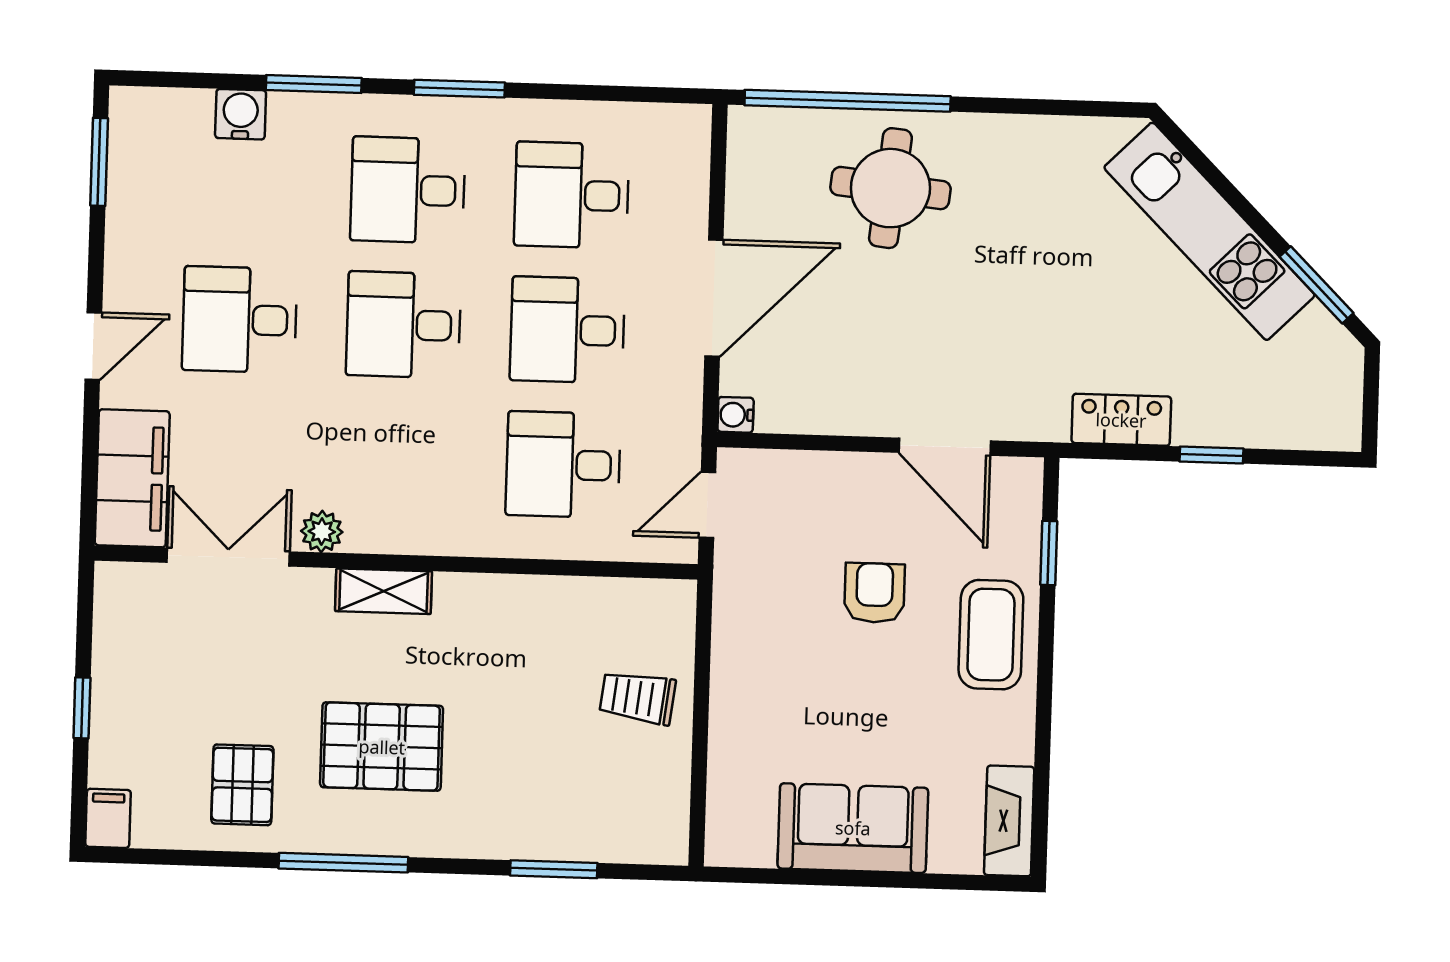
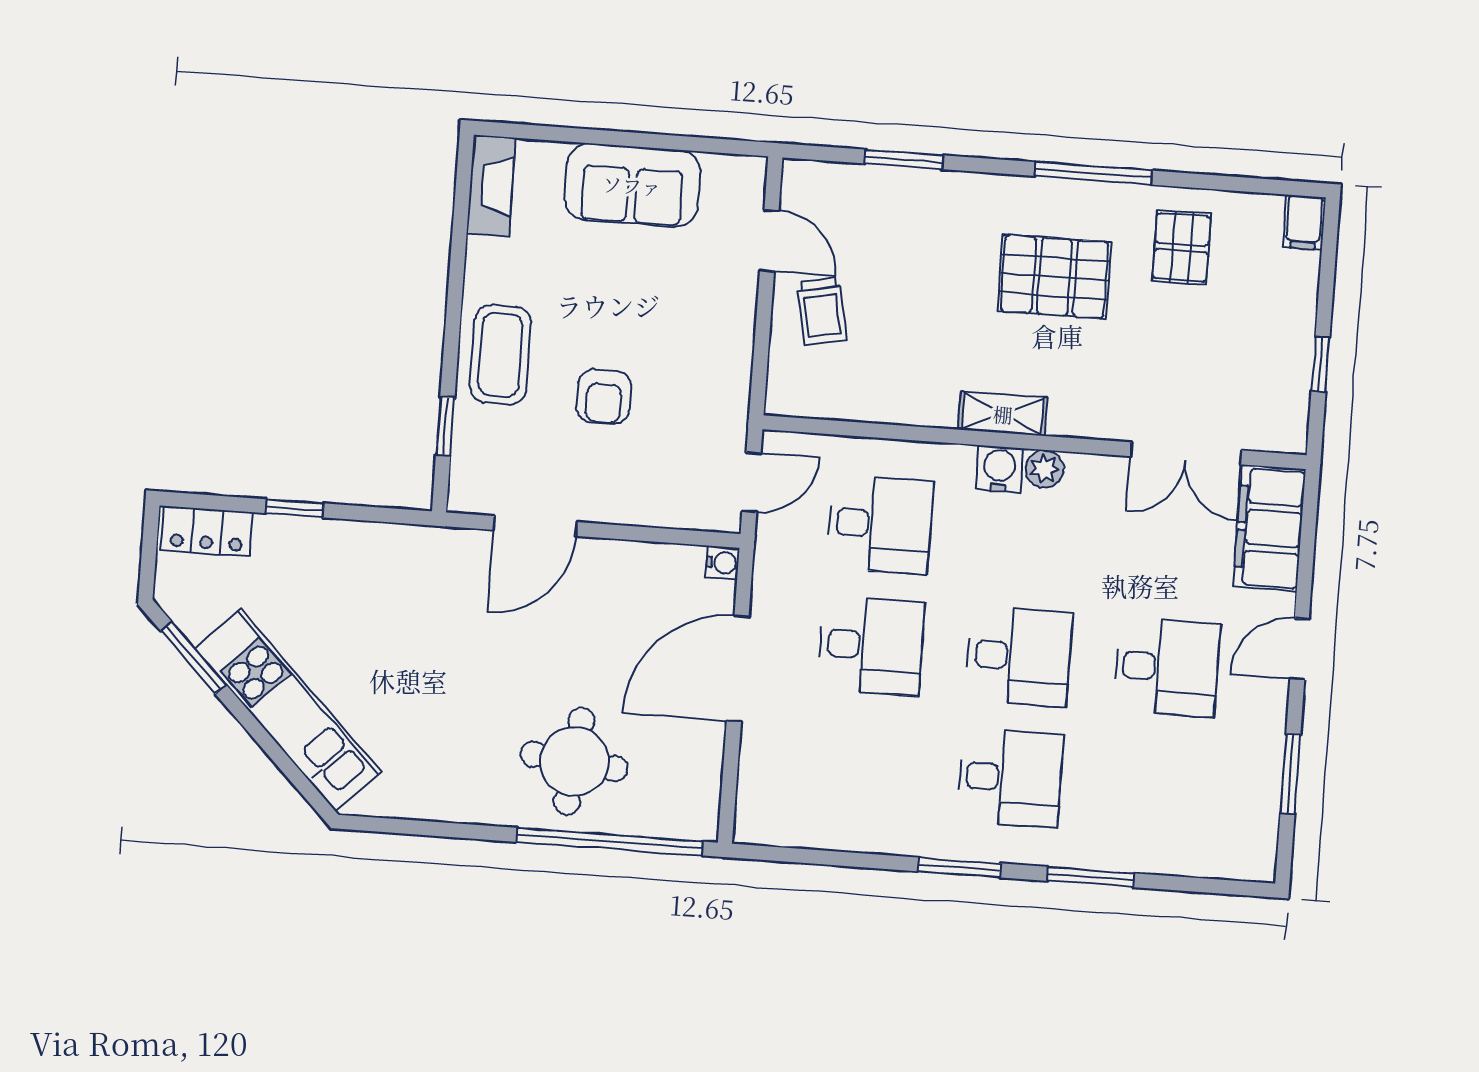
water cooler: (241, 114) -> (999, 469), moved, turned 180
window: (99, 162) -> (1290, 774), moved
desk: (572, 195) -> (862, 767), removed
locker: (1121, 420) -> (207, 531), moved
door: (945, 447) -> (535, 526), swing flipped
plant: (322, 531) -> (1044, 469), moved
shelving: (384, 591) -> (1003, 414), moved
trolley: (638, 698) -> (822, 311), turned 72
window: (82, 708) -> (1320, 364), moved
door: (699, 773) -> (769, 240), added

